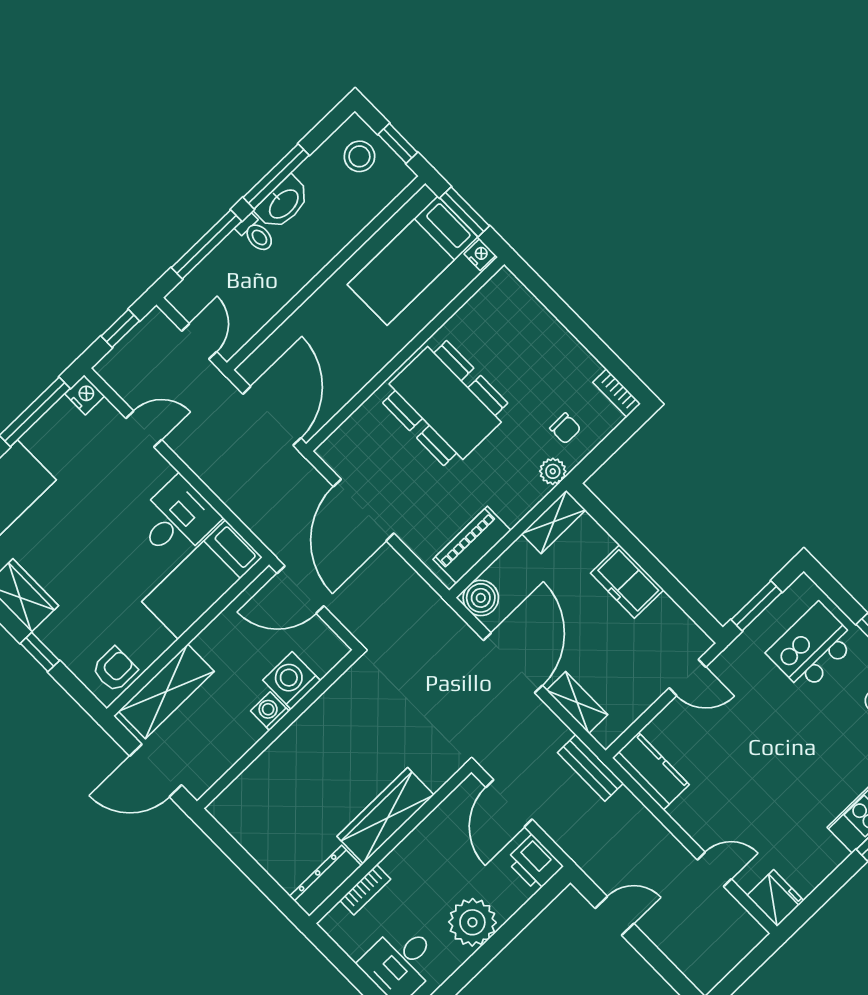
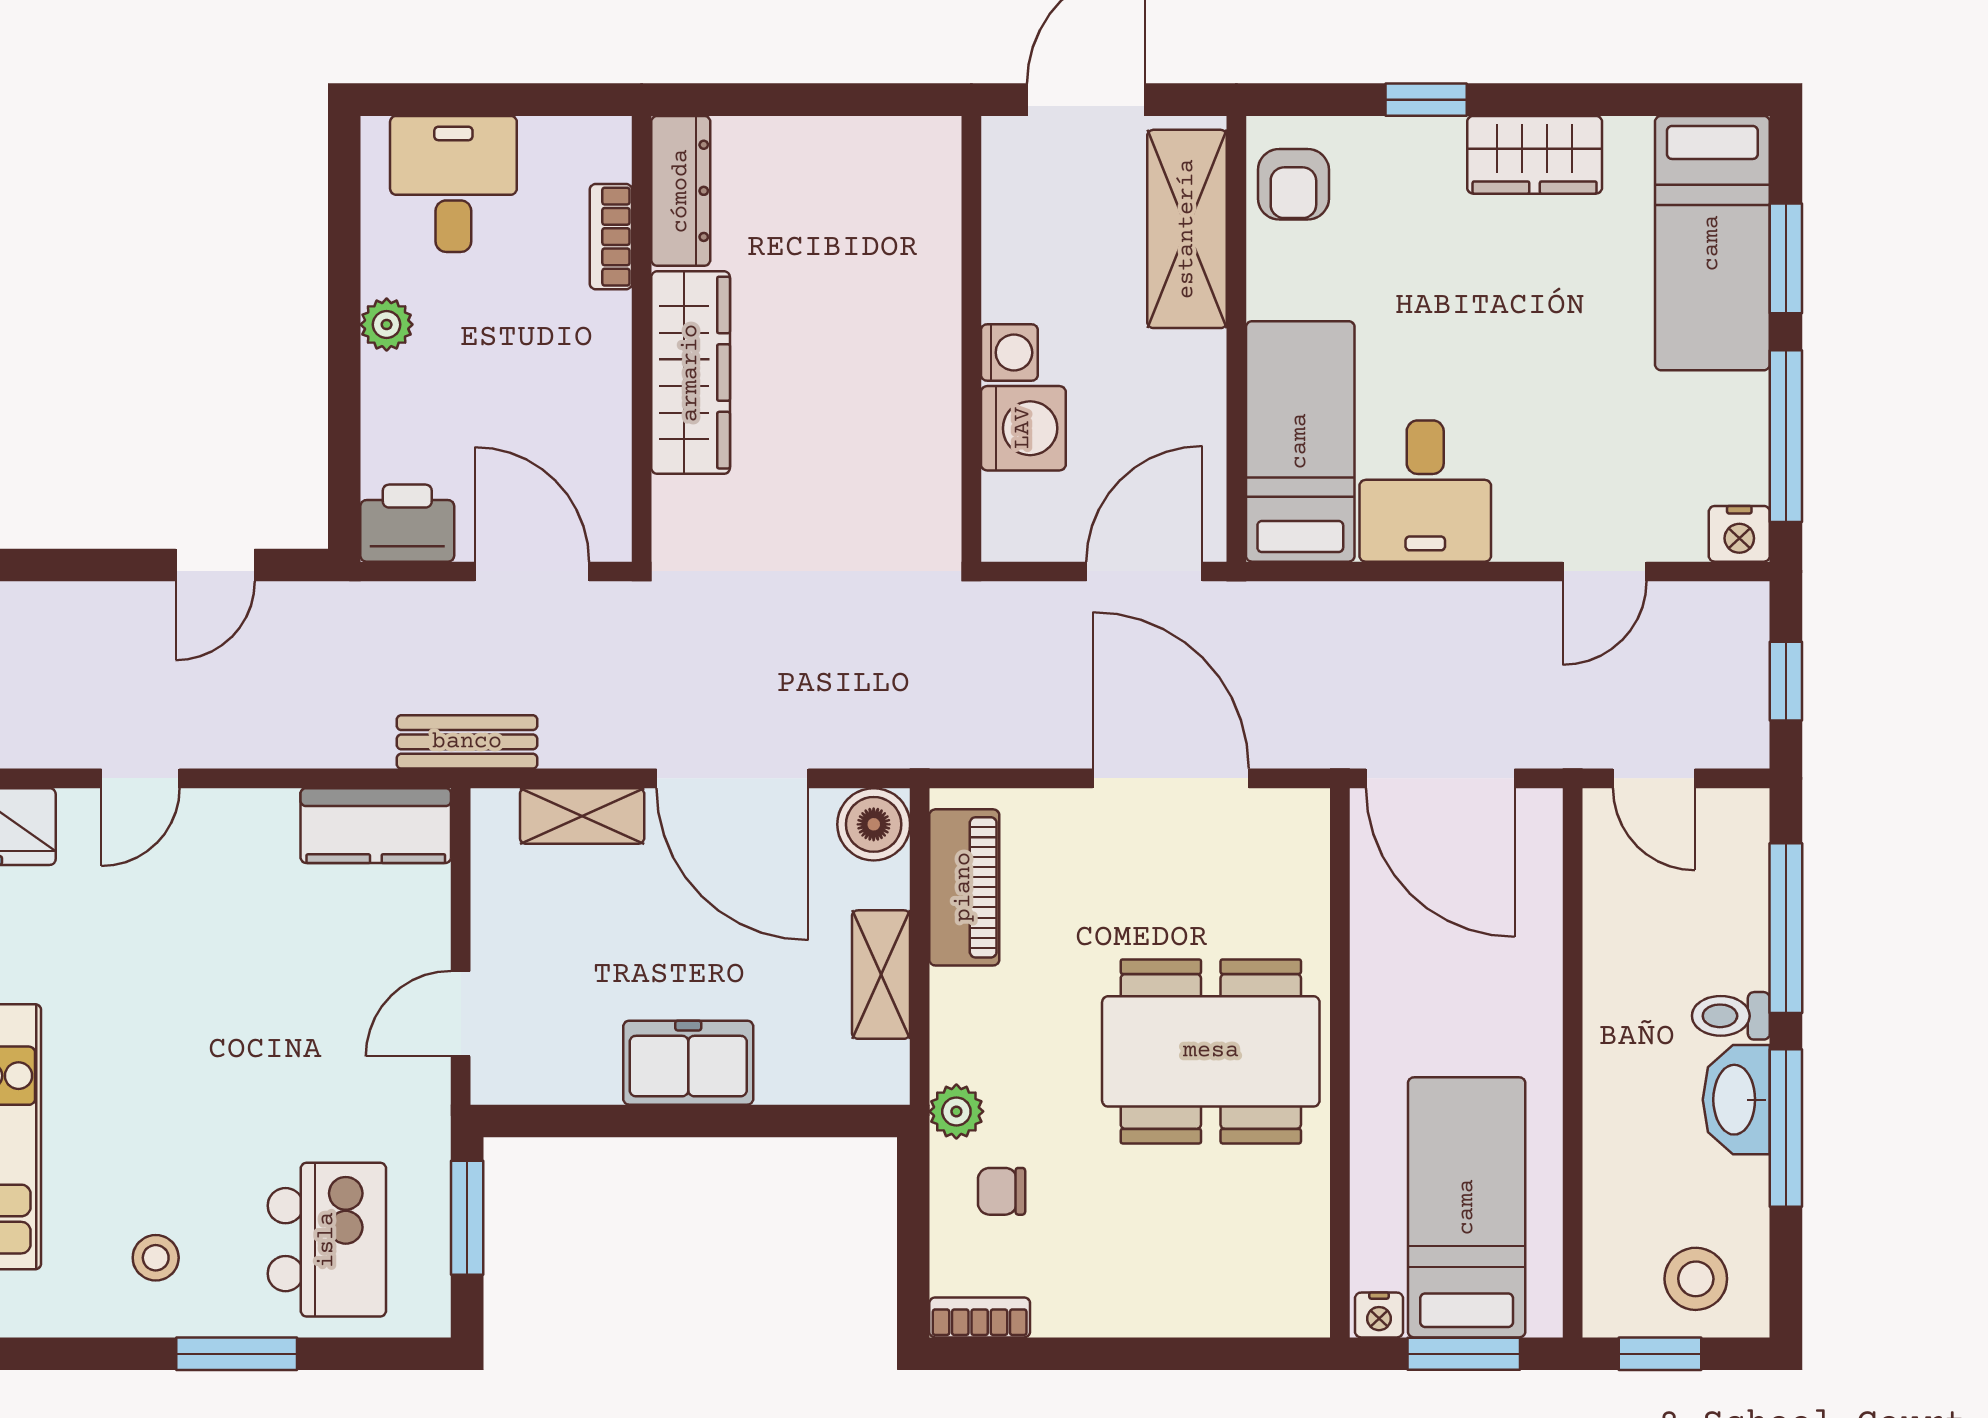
shelving: (554, 522) -> (881, 975), moved
plant: (472, 922) -> (387, 325), width x0.53, depth x0.53

